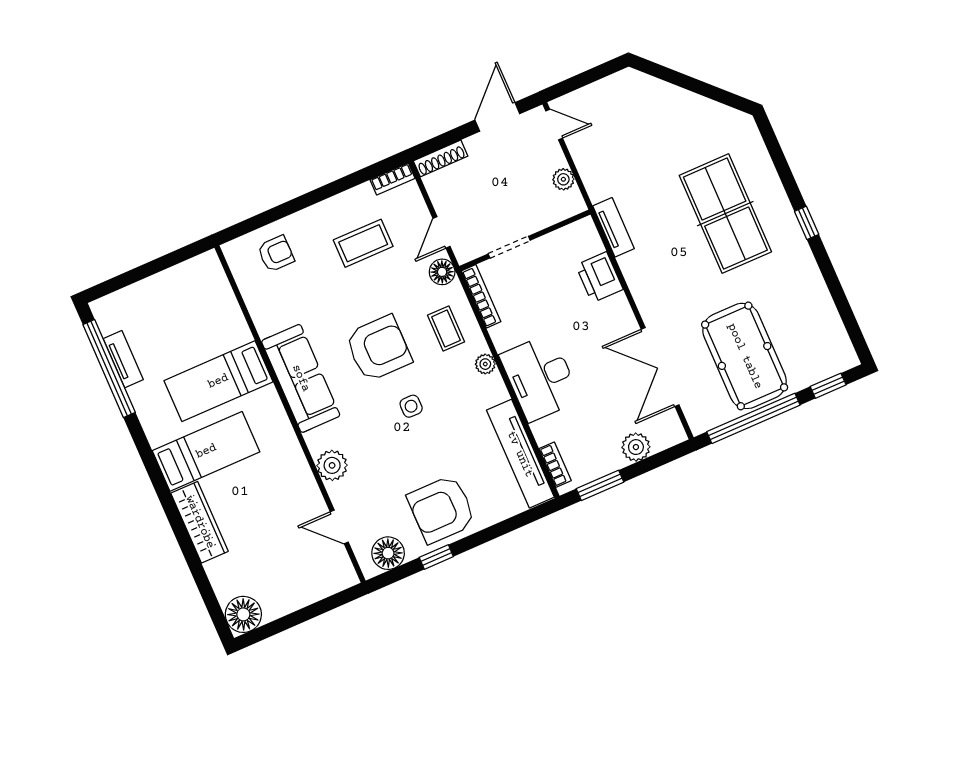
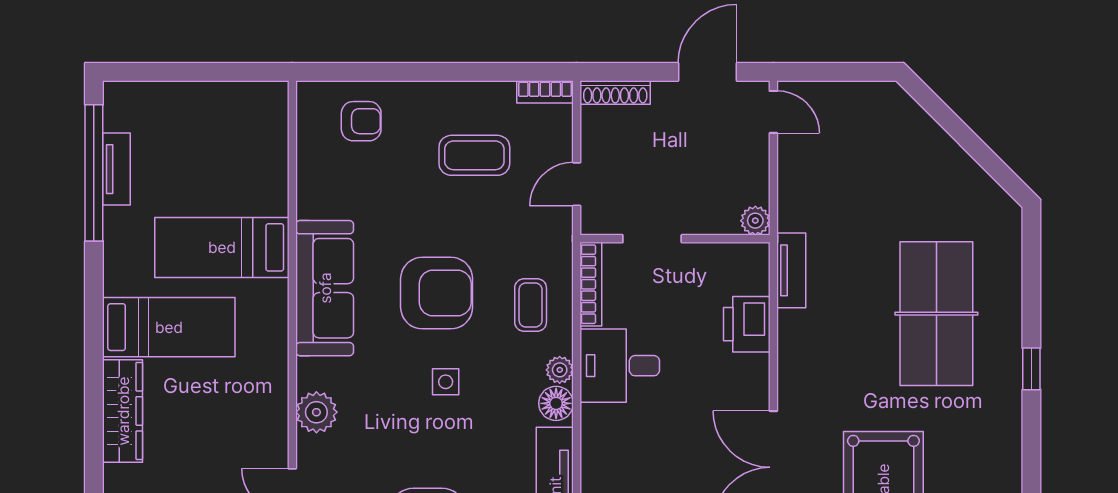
plant: (563, 179) -> (755, 221), moved
floor lamp: (442, 272) -> (556, 403), moved
desk: (540, 378) -> (620, 366), moved, width x0.73

